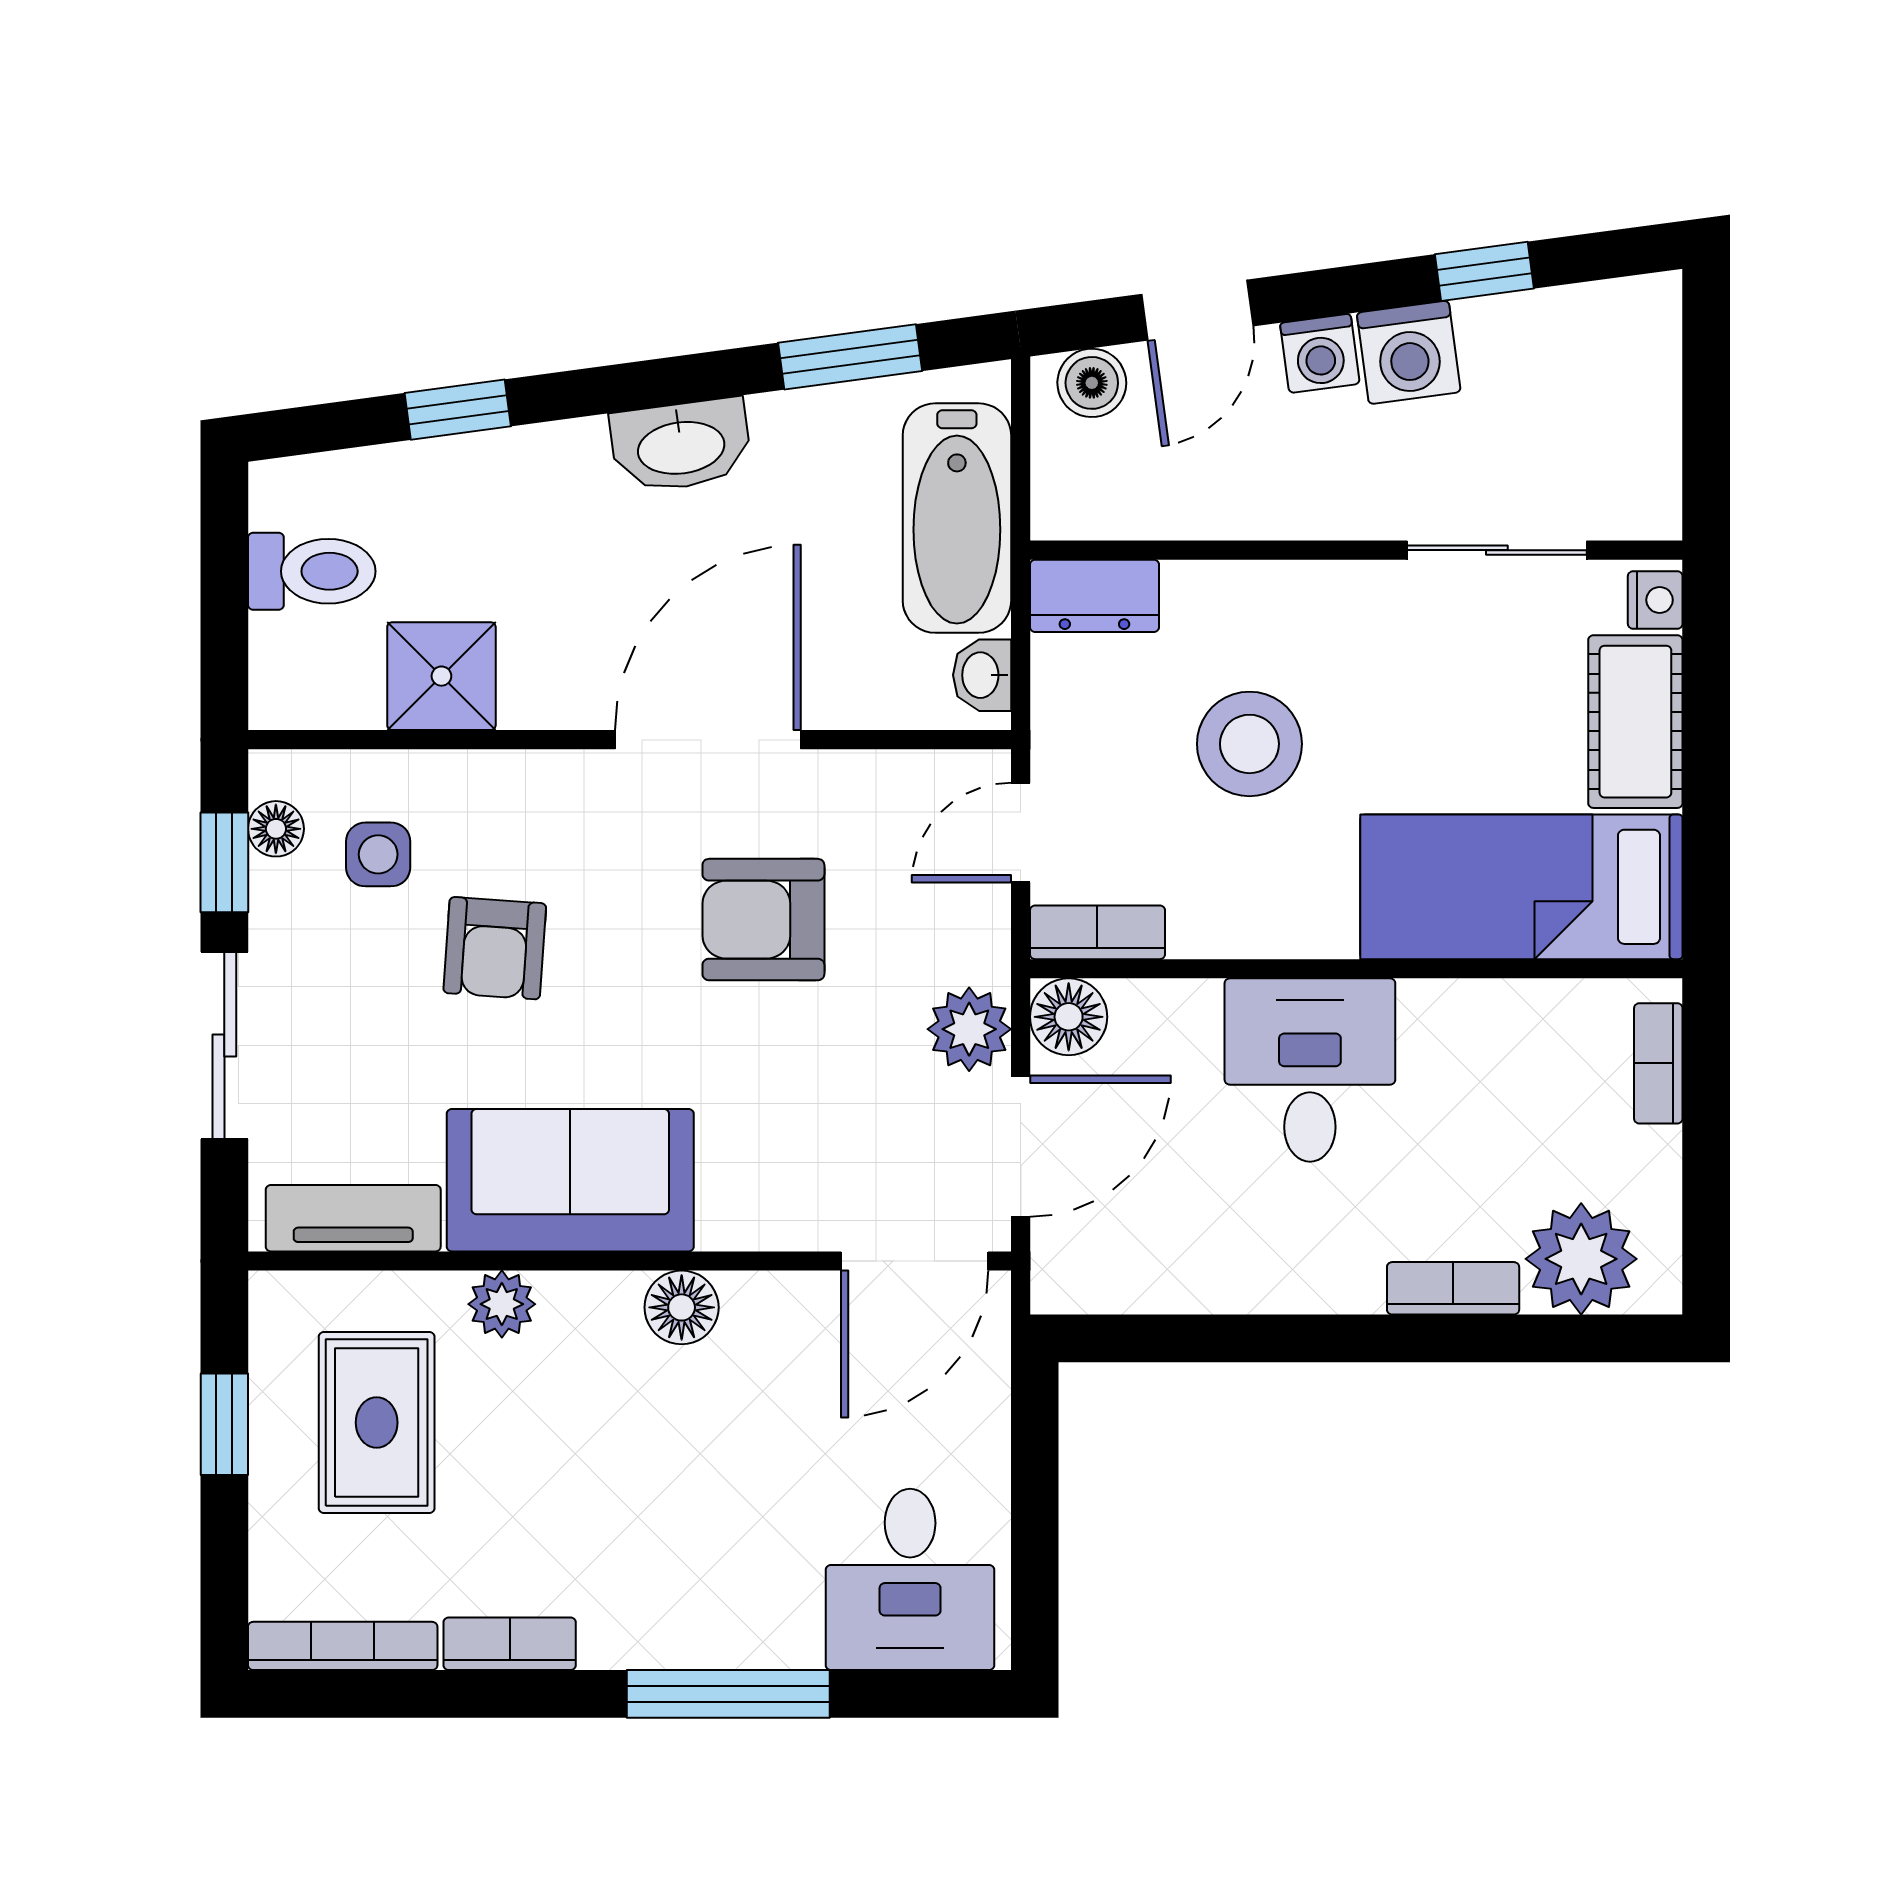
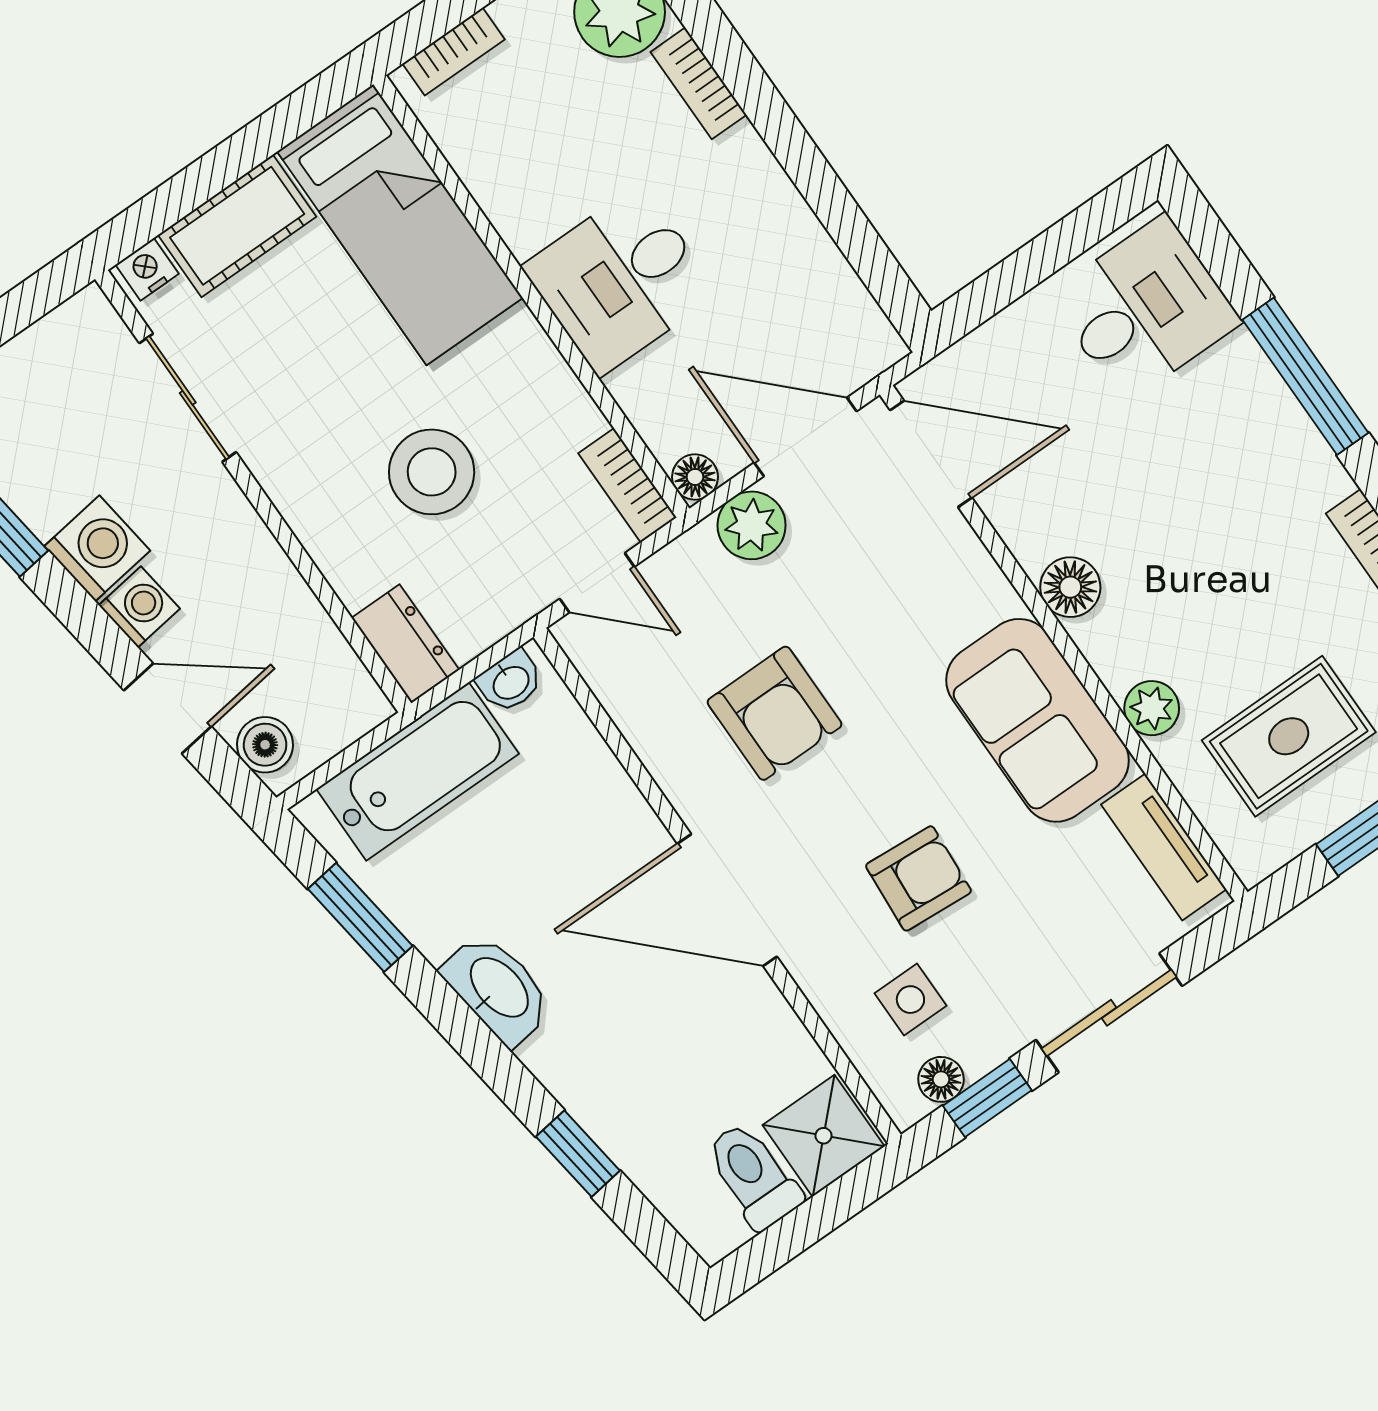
shower: (441, 676) -> (823, 1136), moved
door: (708, 740) -> (727, 900), moved
floor lamp: (1069, 1017) -> (695, 477), width x0.73, depth x0.73

